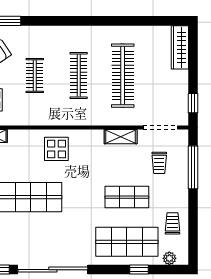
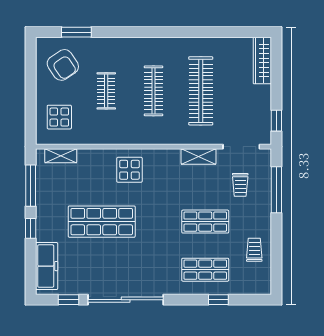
shop shelf: (127, 242) -> (205, 270), width x0.70, depth x0.74
plant: (169, 258) -> (251, 287), removed

